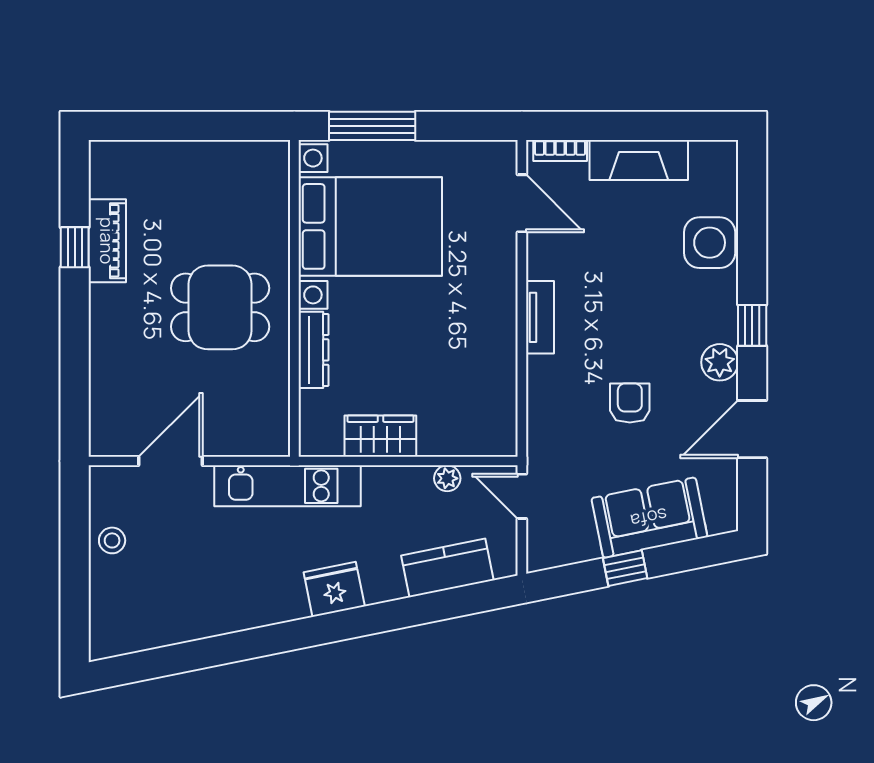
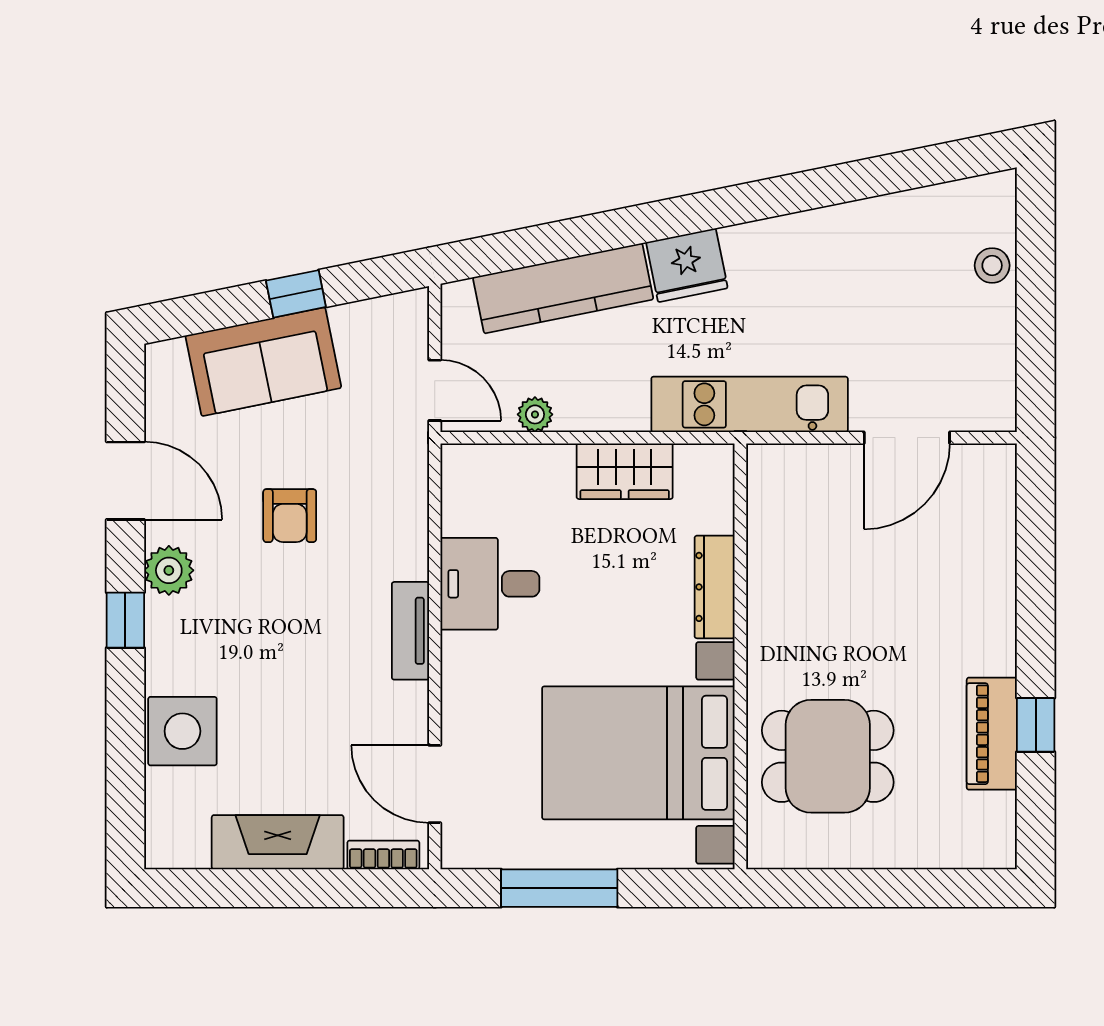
window: (372, 126) -> (559, 888), moved
dining table: (220, 307) -> (828, 756), moved
desk: (481, 352) -> (490, 584), added
door: (752, 429) -> (125, 481), hinge flipped
stool: (112, 540) -> (992, 265), moved
kitchen counter: (447, 568) -> (563, 288), width x1.50

